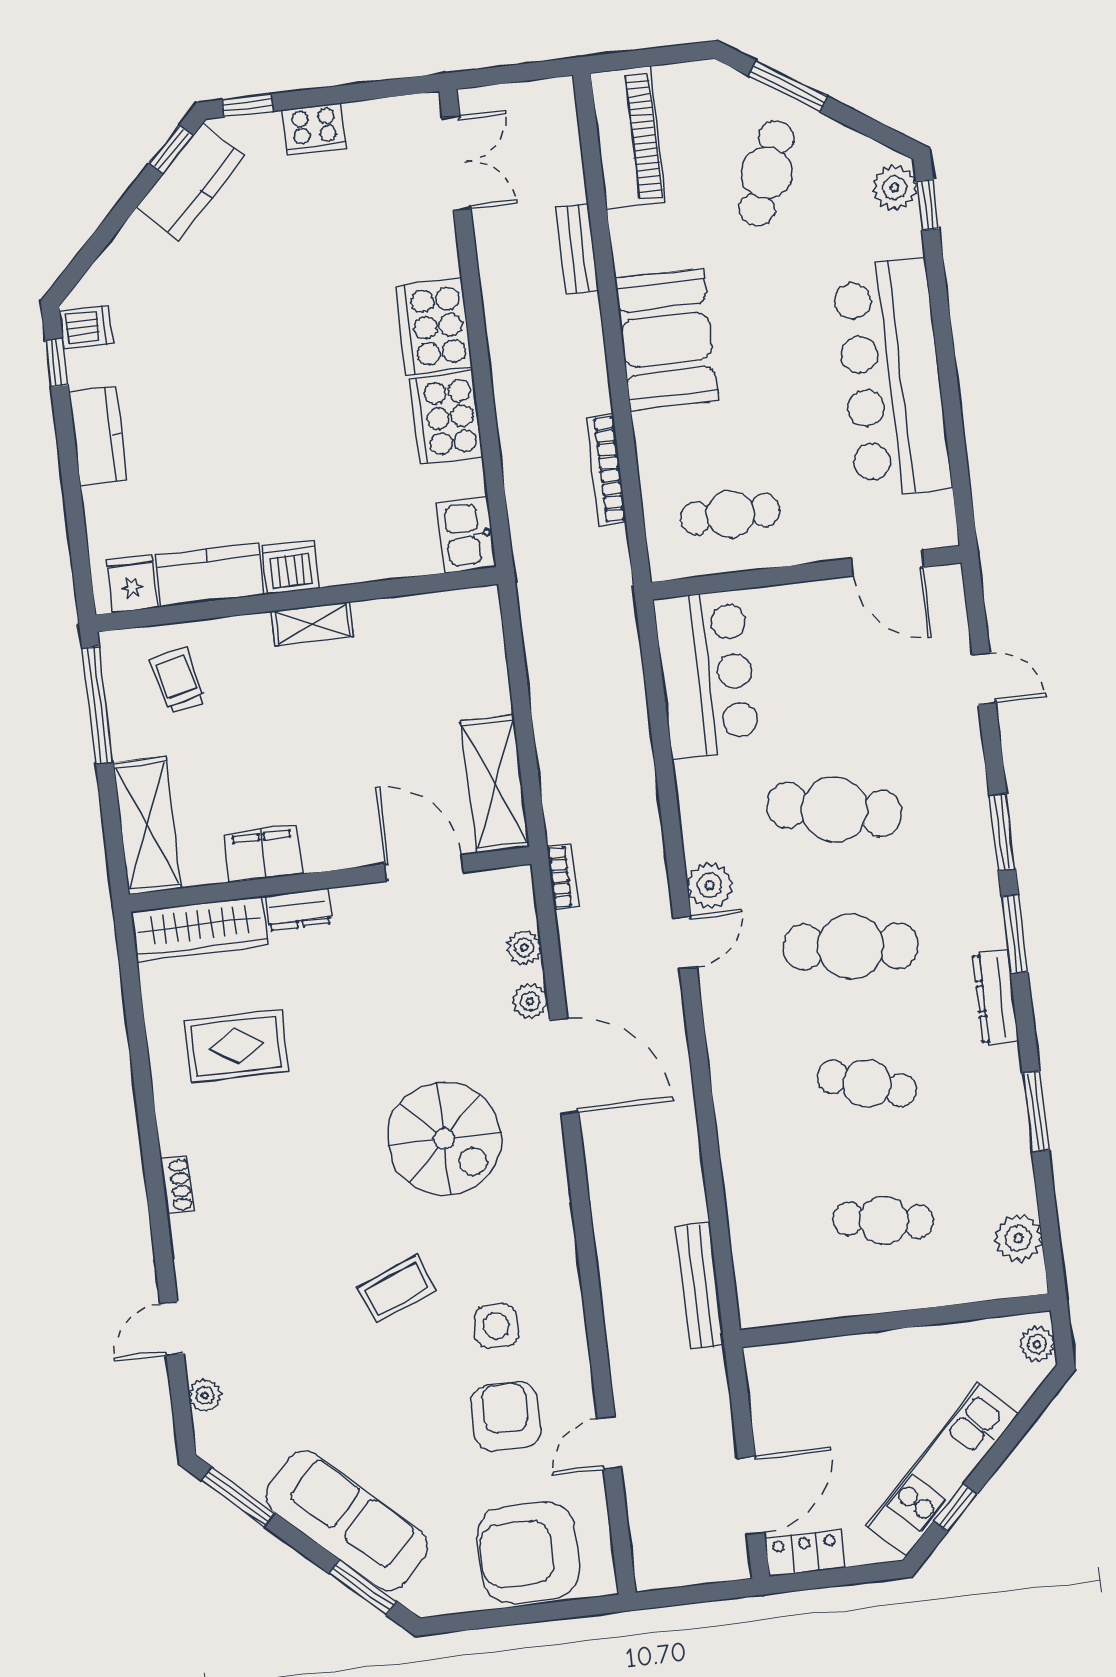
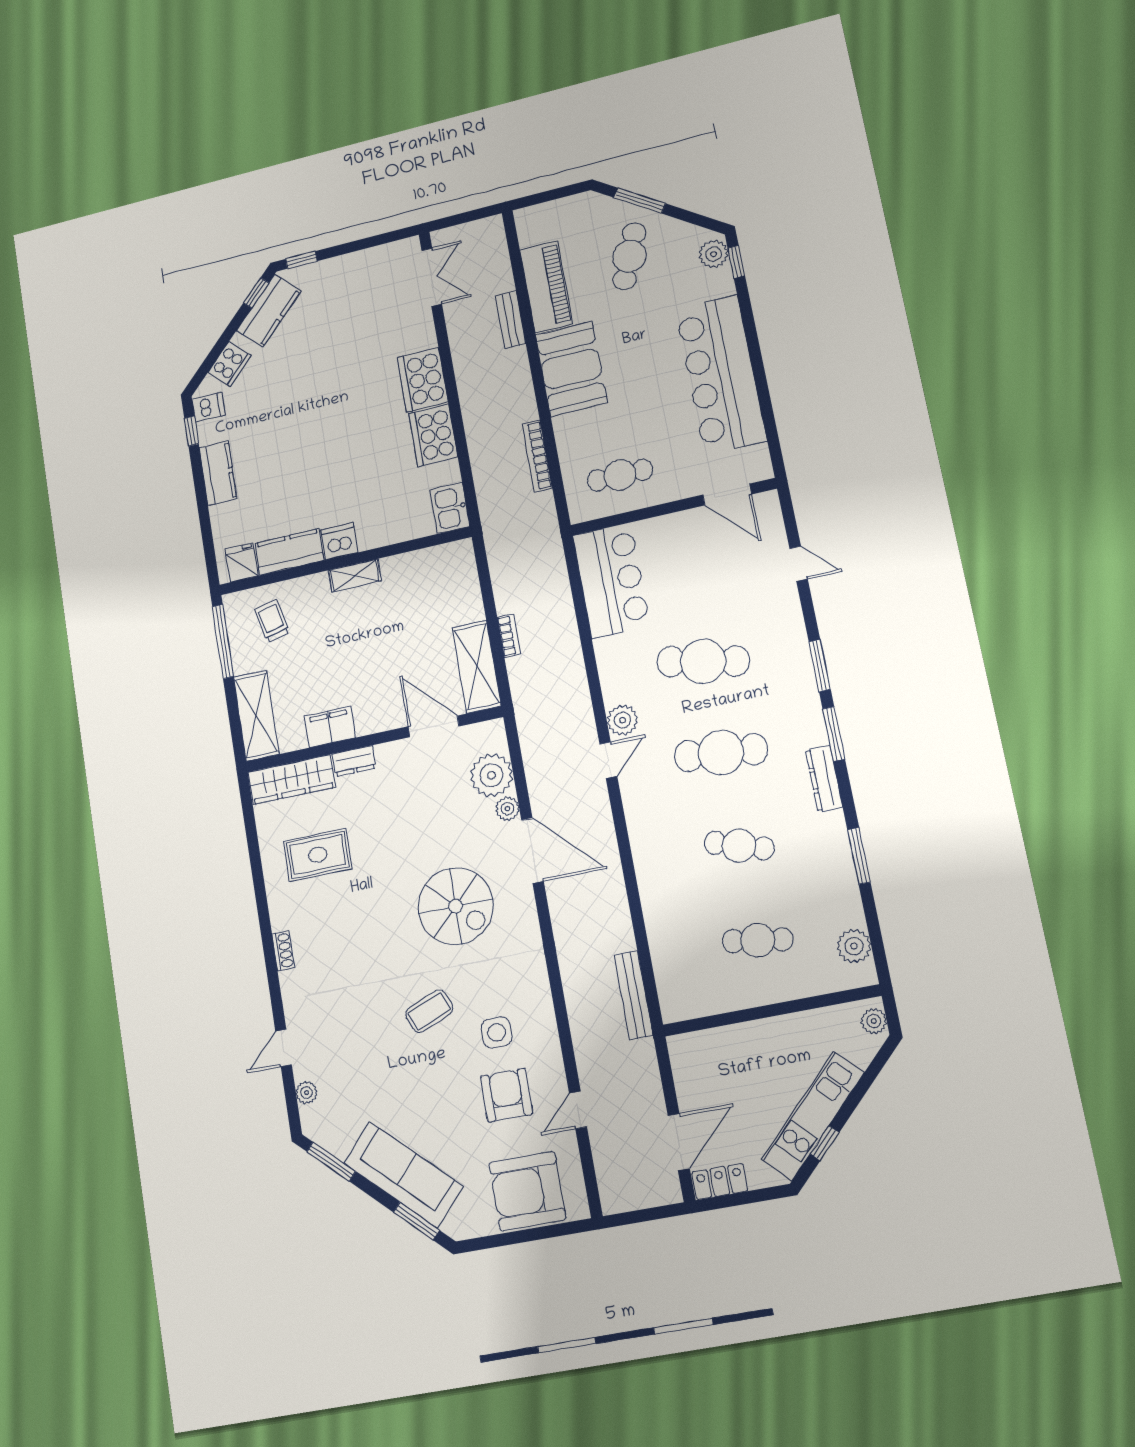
cooker: (314, 129) -> (229, 364), moved, turned -45
piano: (628, 138) -> (546, 287), moved
bookcase: (563, 877) -> (509, 636), moved
plant: (524, 948) -> (491, 775), width x1.88, depth x1.88

